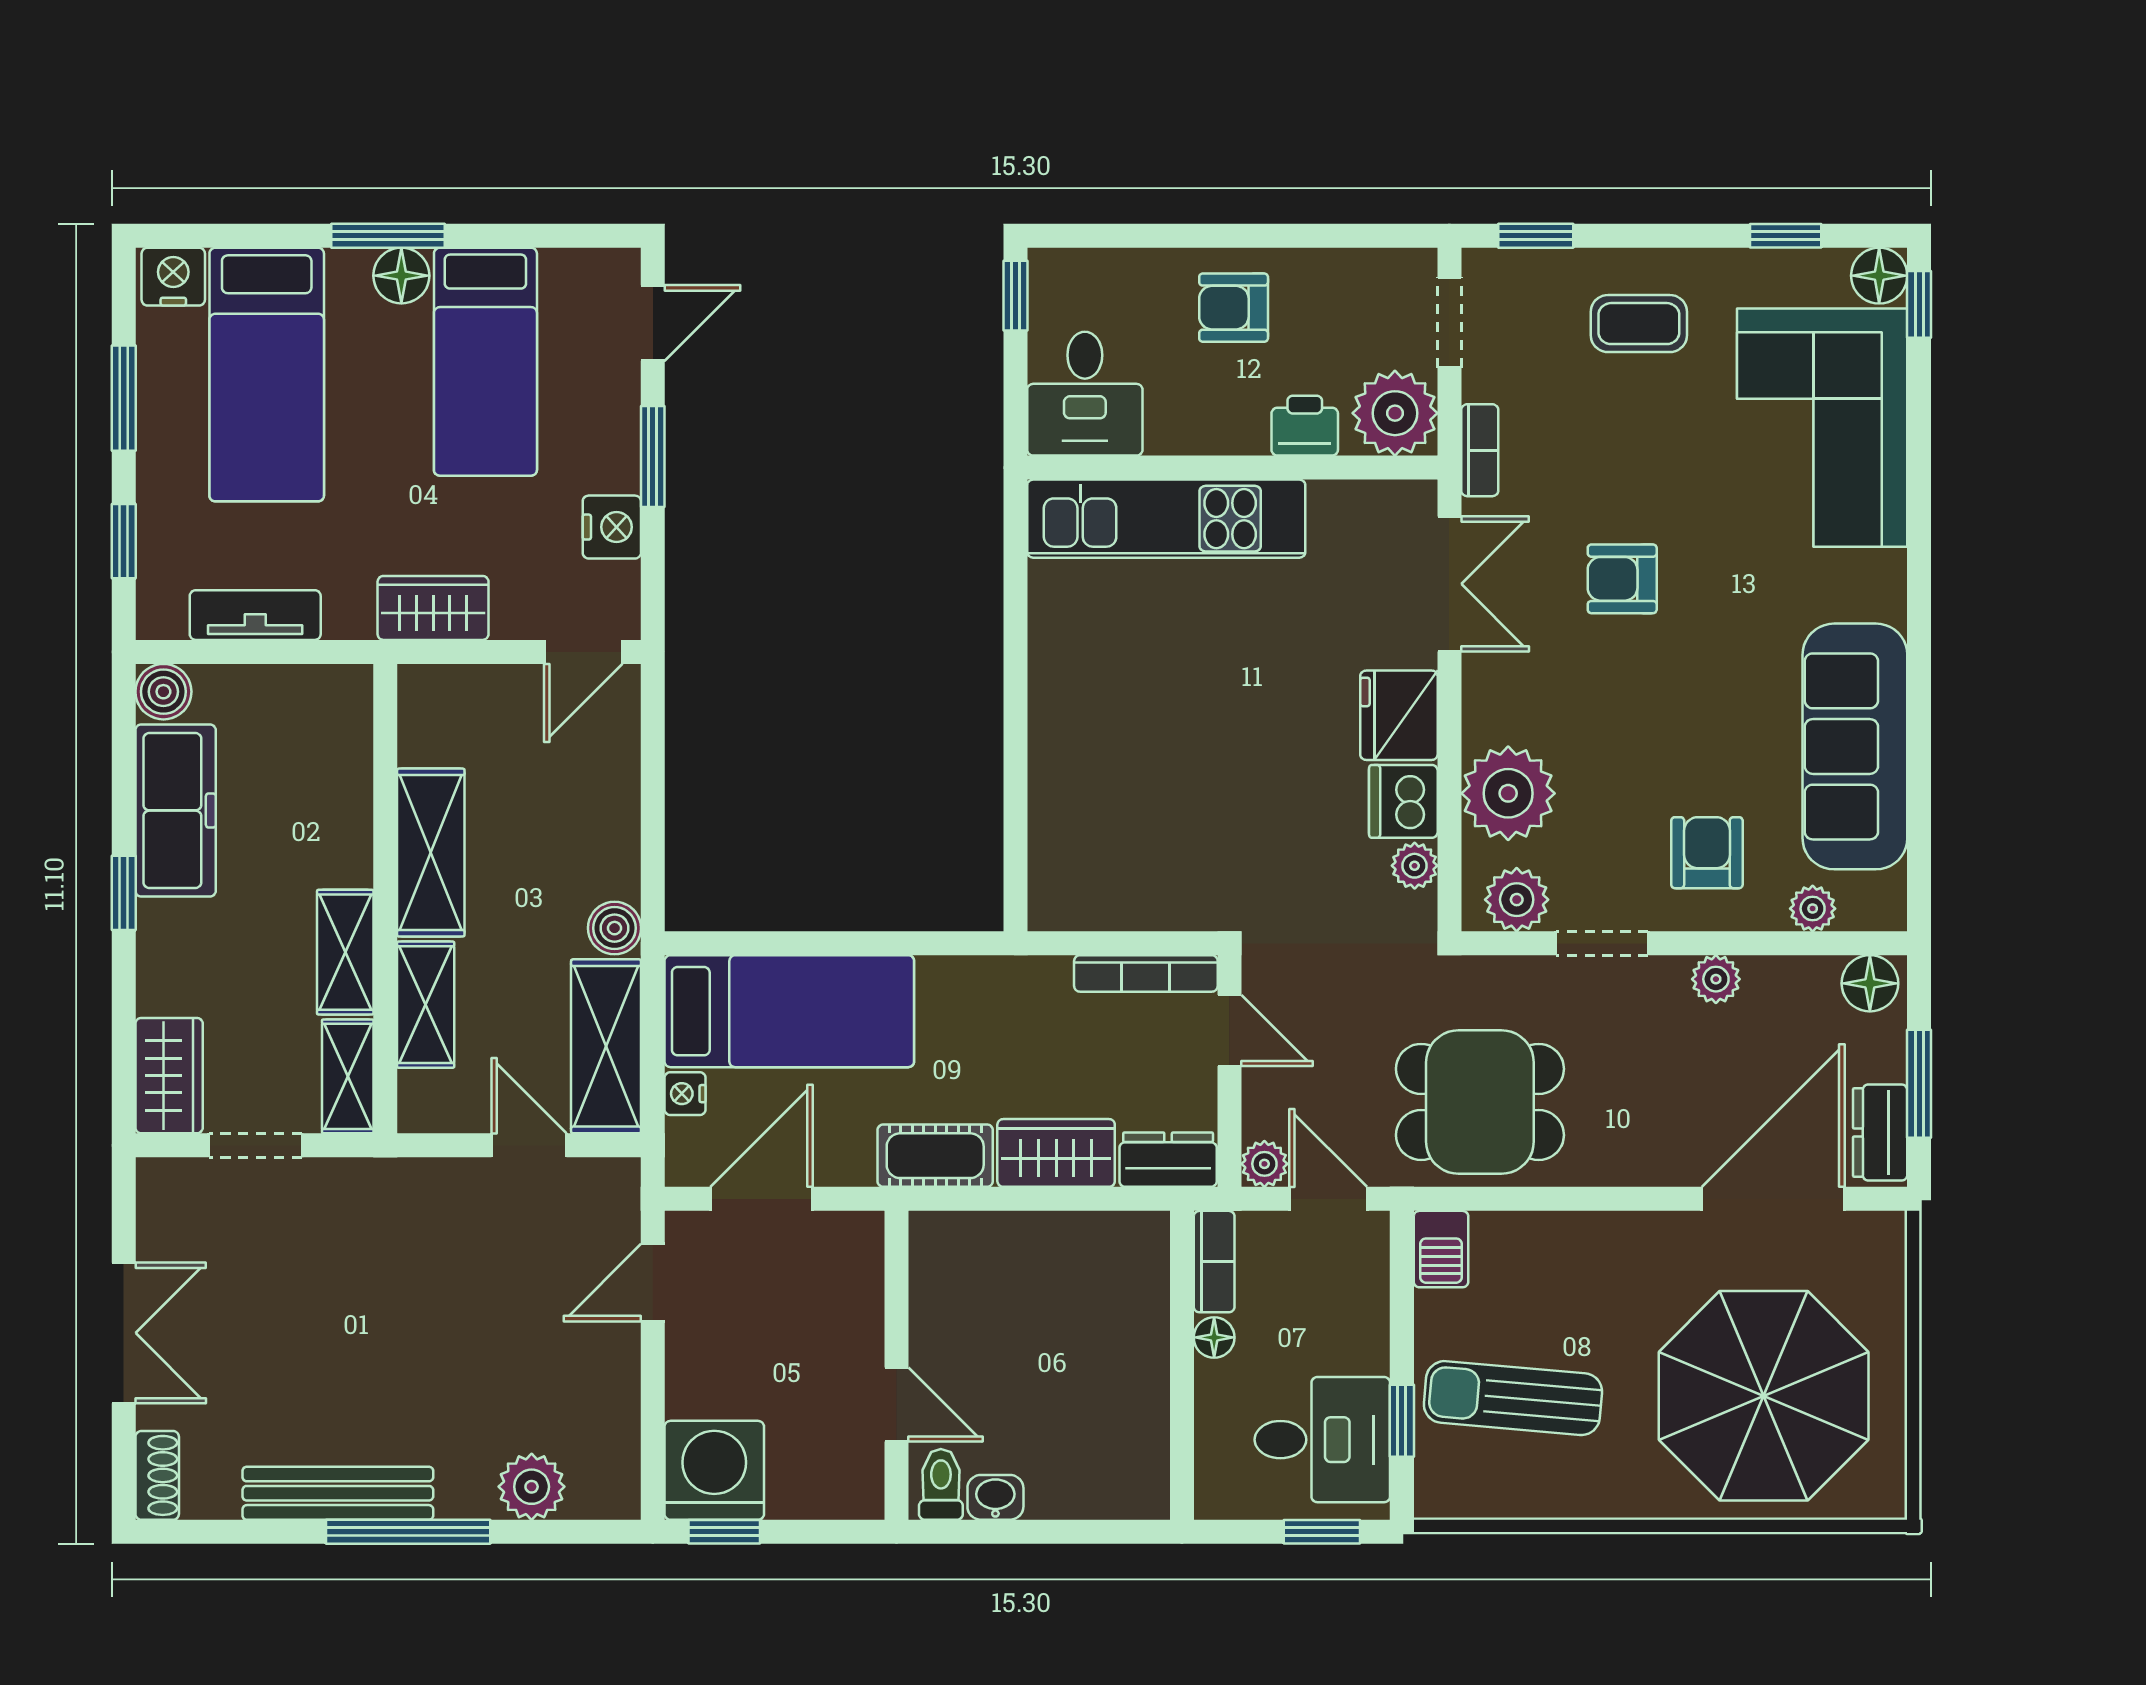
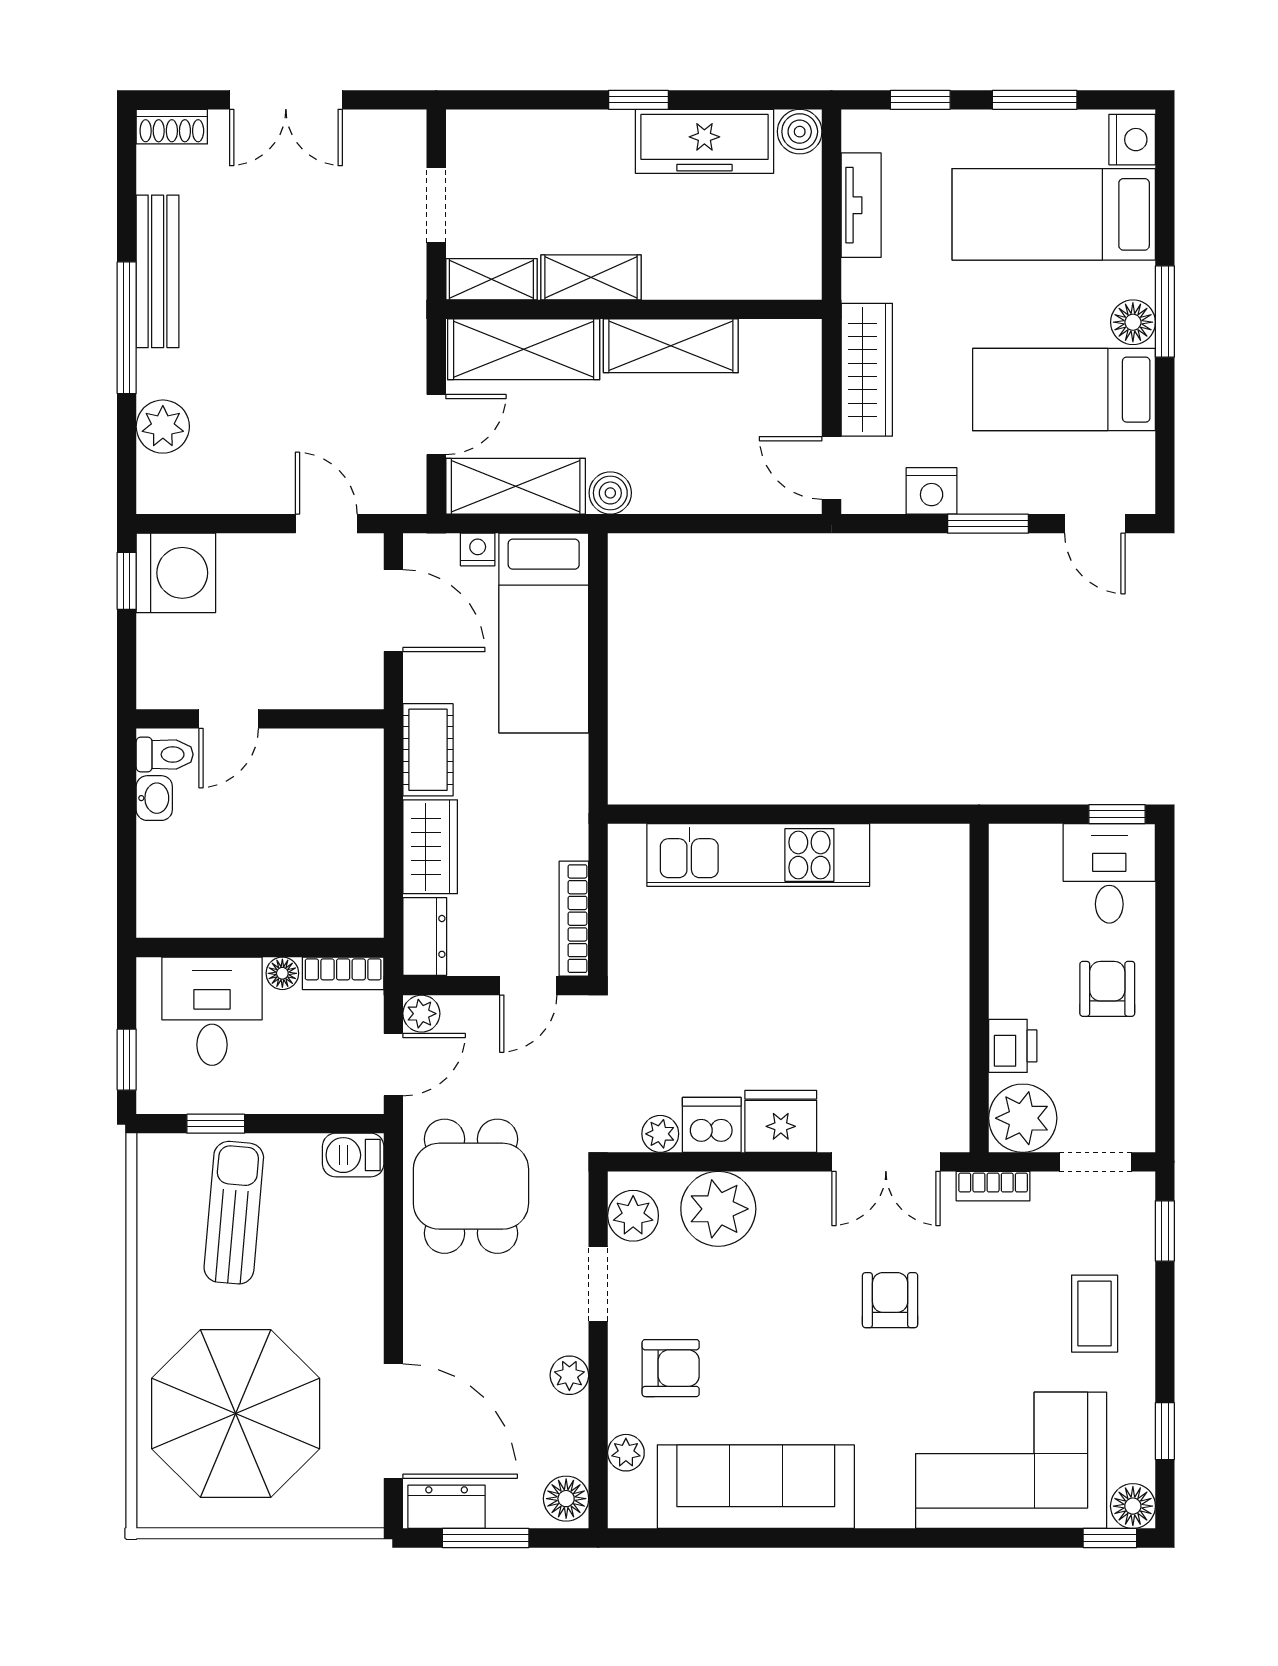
desk: (1085, 394) -> (1109, 873), moved, turned 90
kitchen unit: (1166, 519) -> (758, 855), moved, turned -90
wardrobe: (433, 608) -> (867, 370), width x1.50
shelving: (426, 1005) -> (524, 349), width x1.50, depth x1.33
wardrobe: (169, 1076) -> (492, 136), removed
desk: (1322, 1440) -> (212, 1011), moved, turned 180

